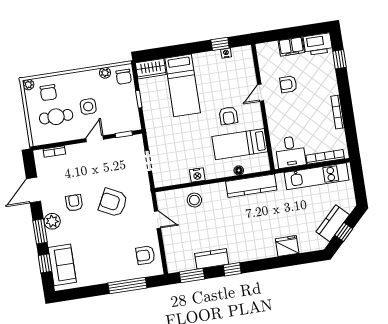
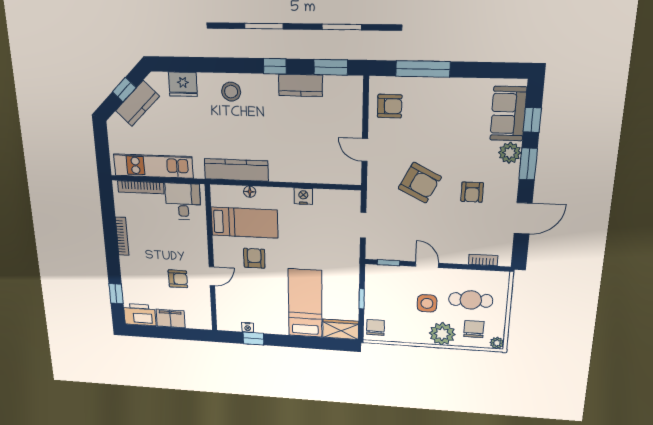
plant: (105, 73) -> (442, 334), moved, width x1.88, depth x1.88
door: (95, 139) -> (427, 265), swing flipped
stool: (194, 200) -> (231, 92), moved
plant: (52, 221) -> (510, 153), moved
fridge: (287, 246) -> (183, 84), moved

